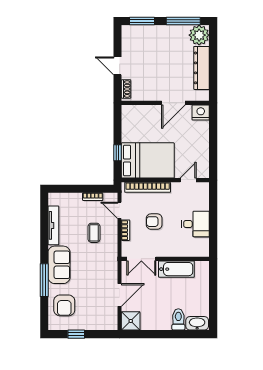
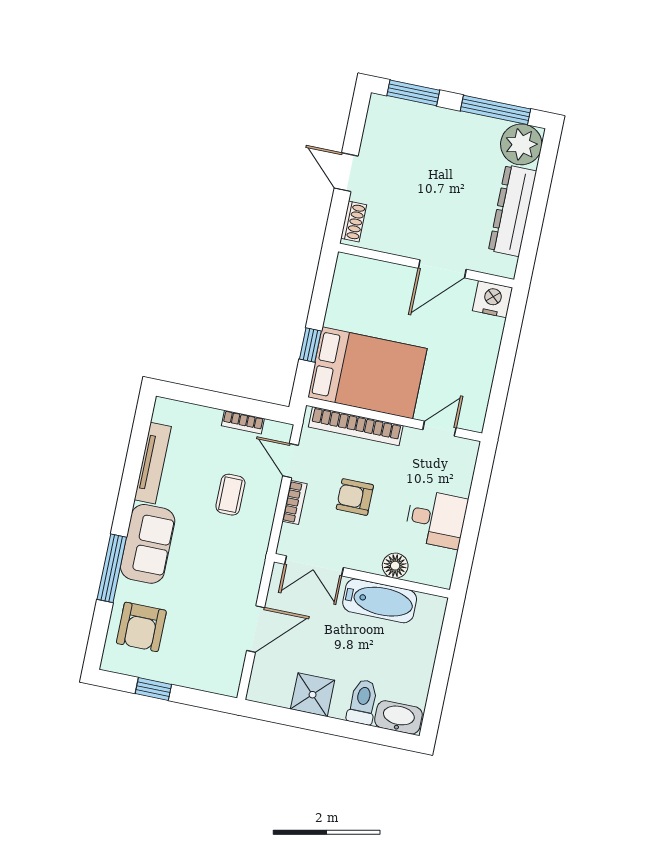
floor lamp: (180, 251) -> (395, 566), added
shower: (131, 321) -> (313, 695), moved

